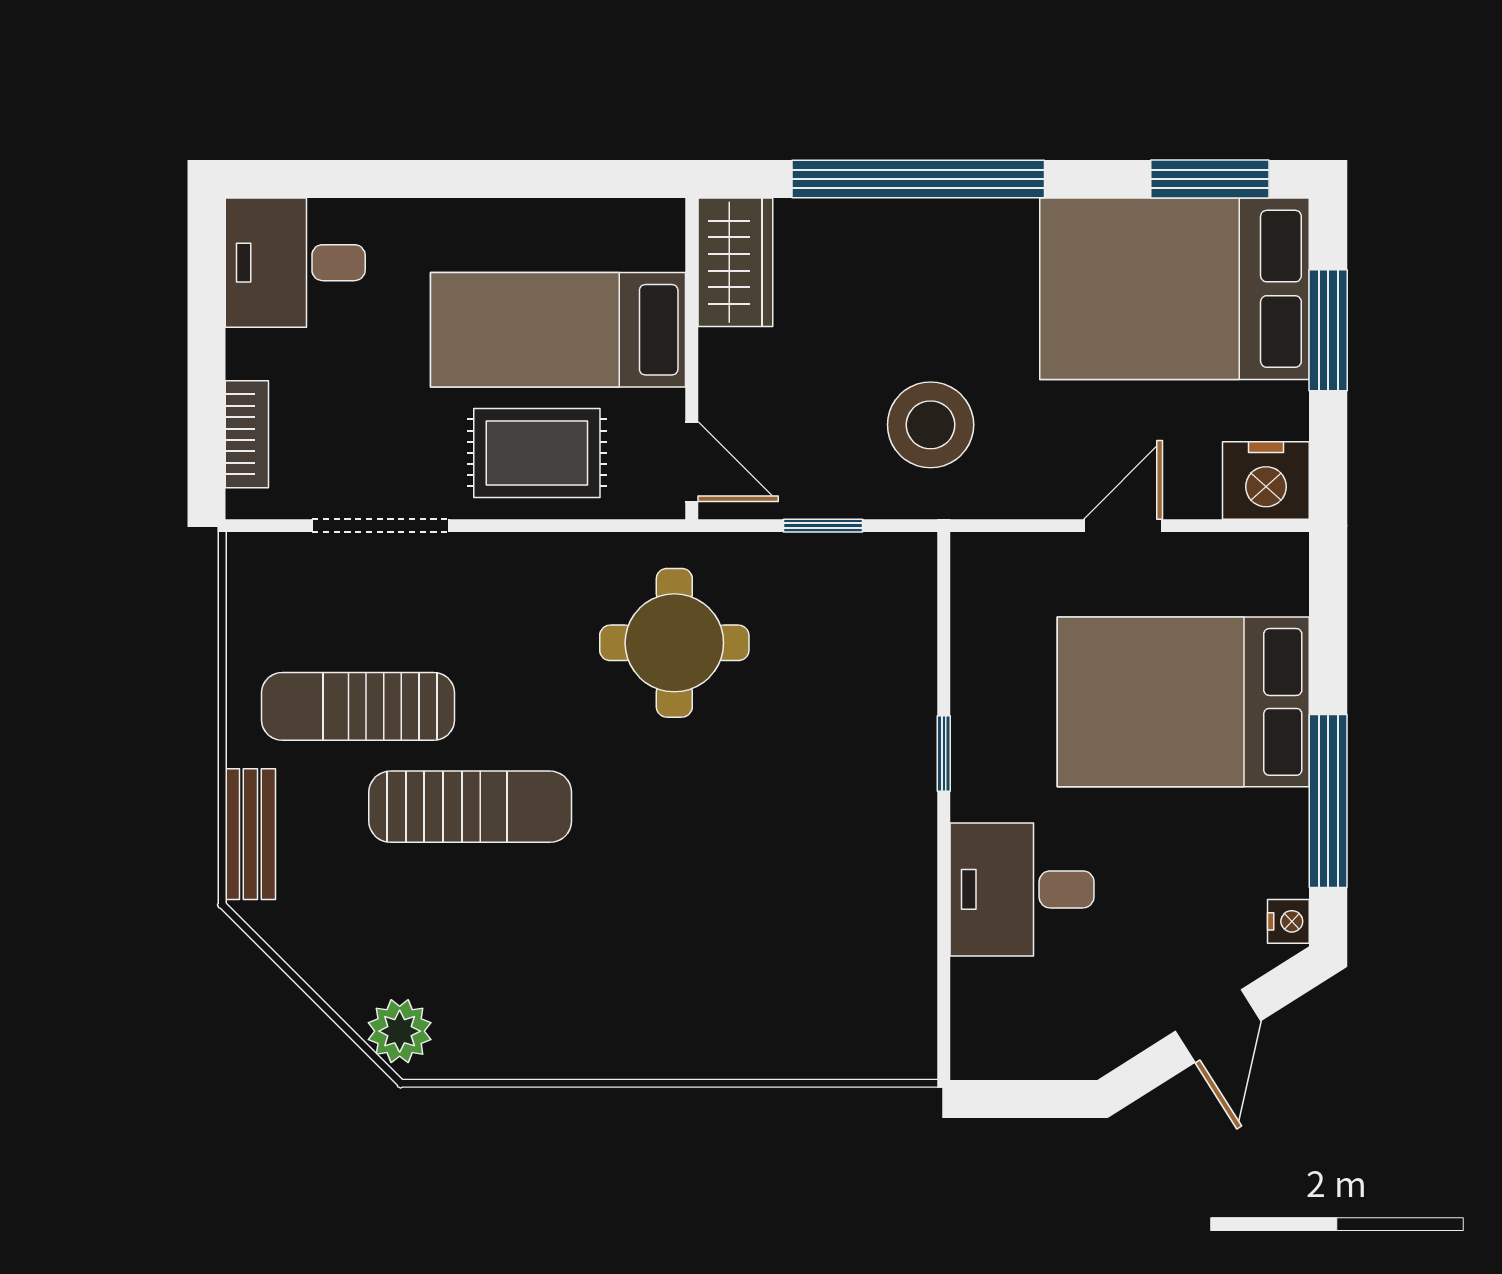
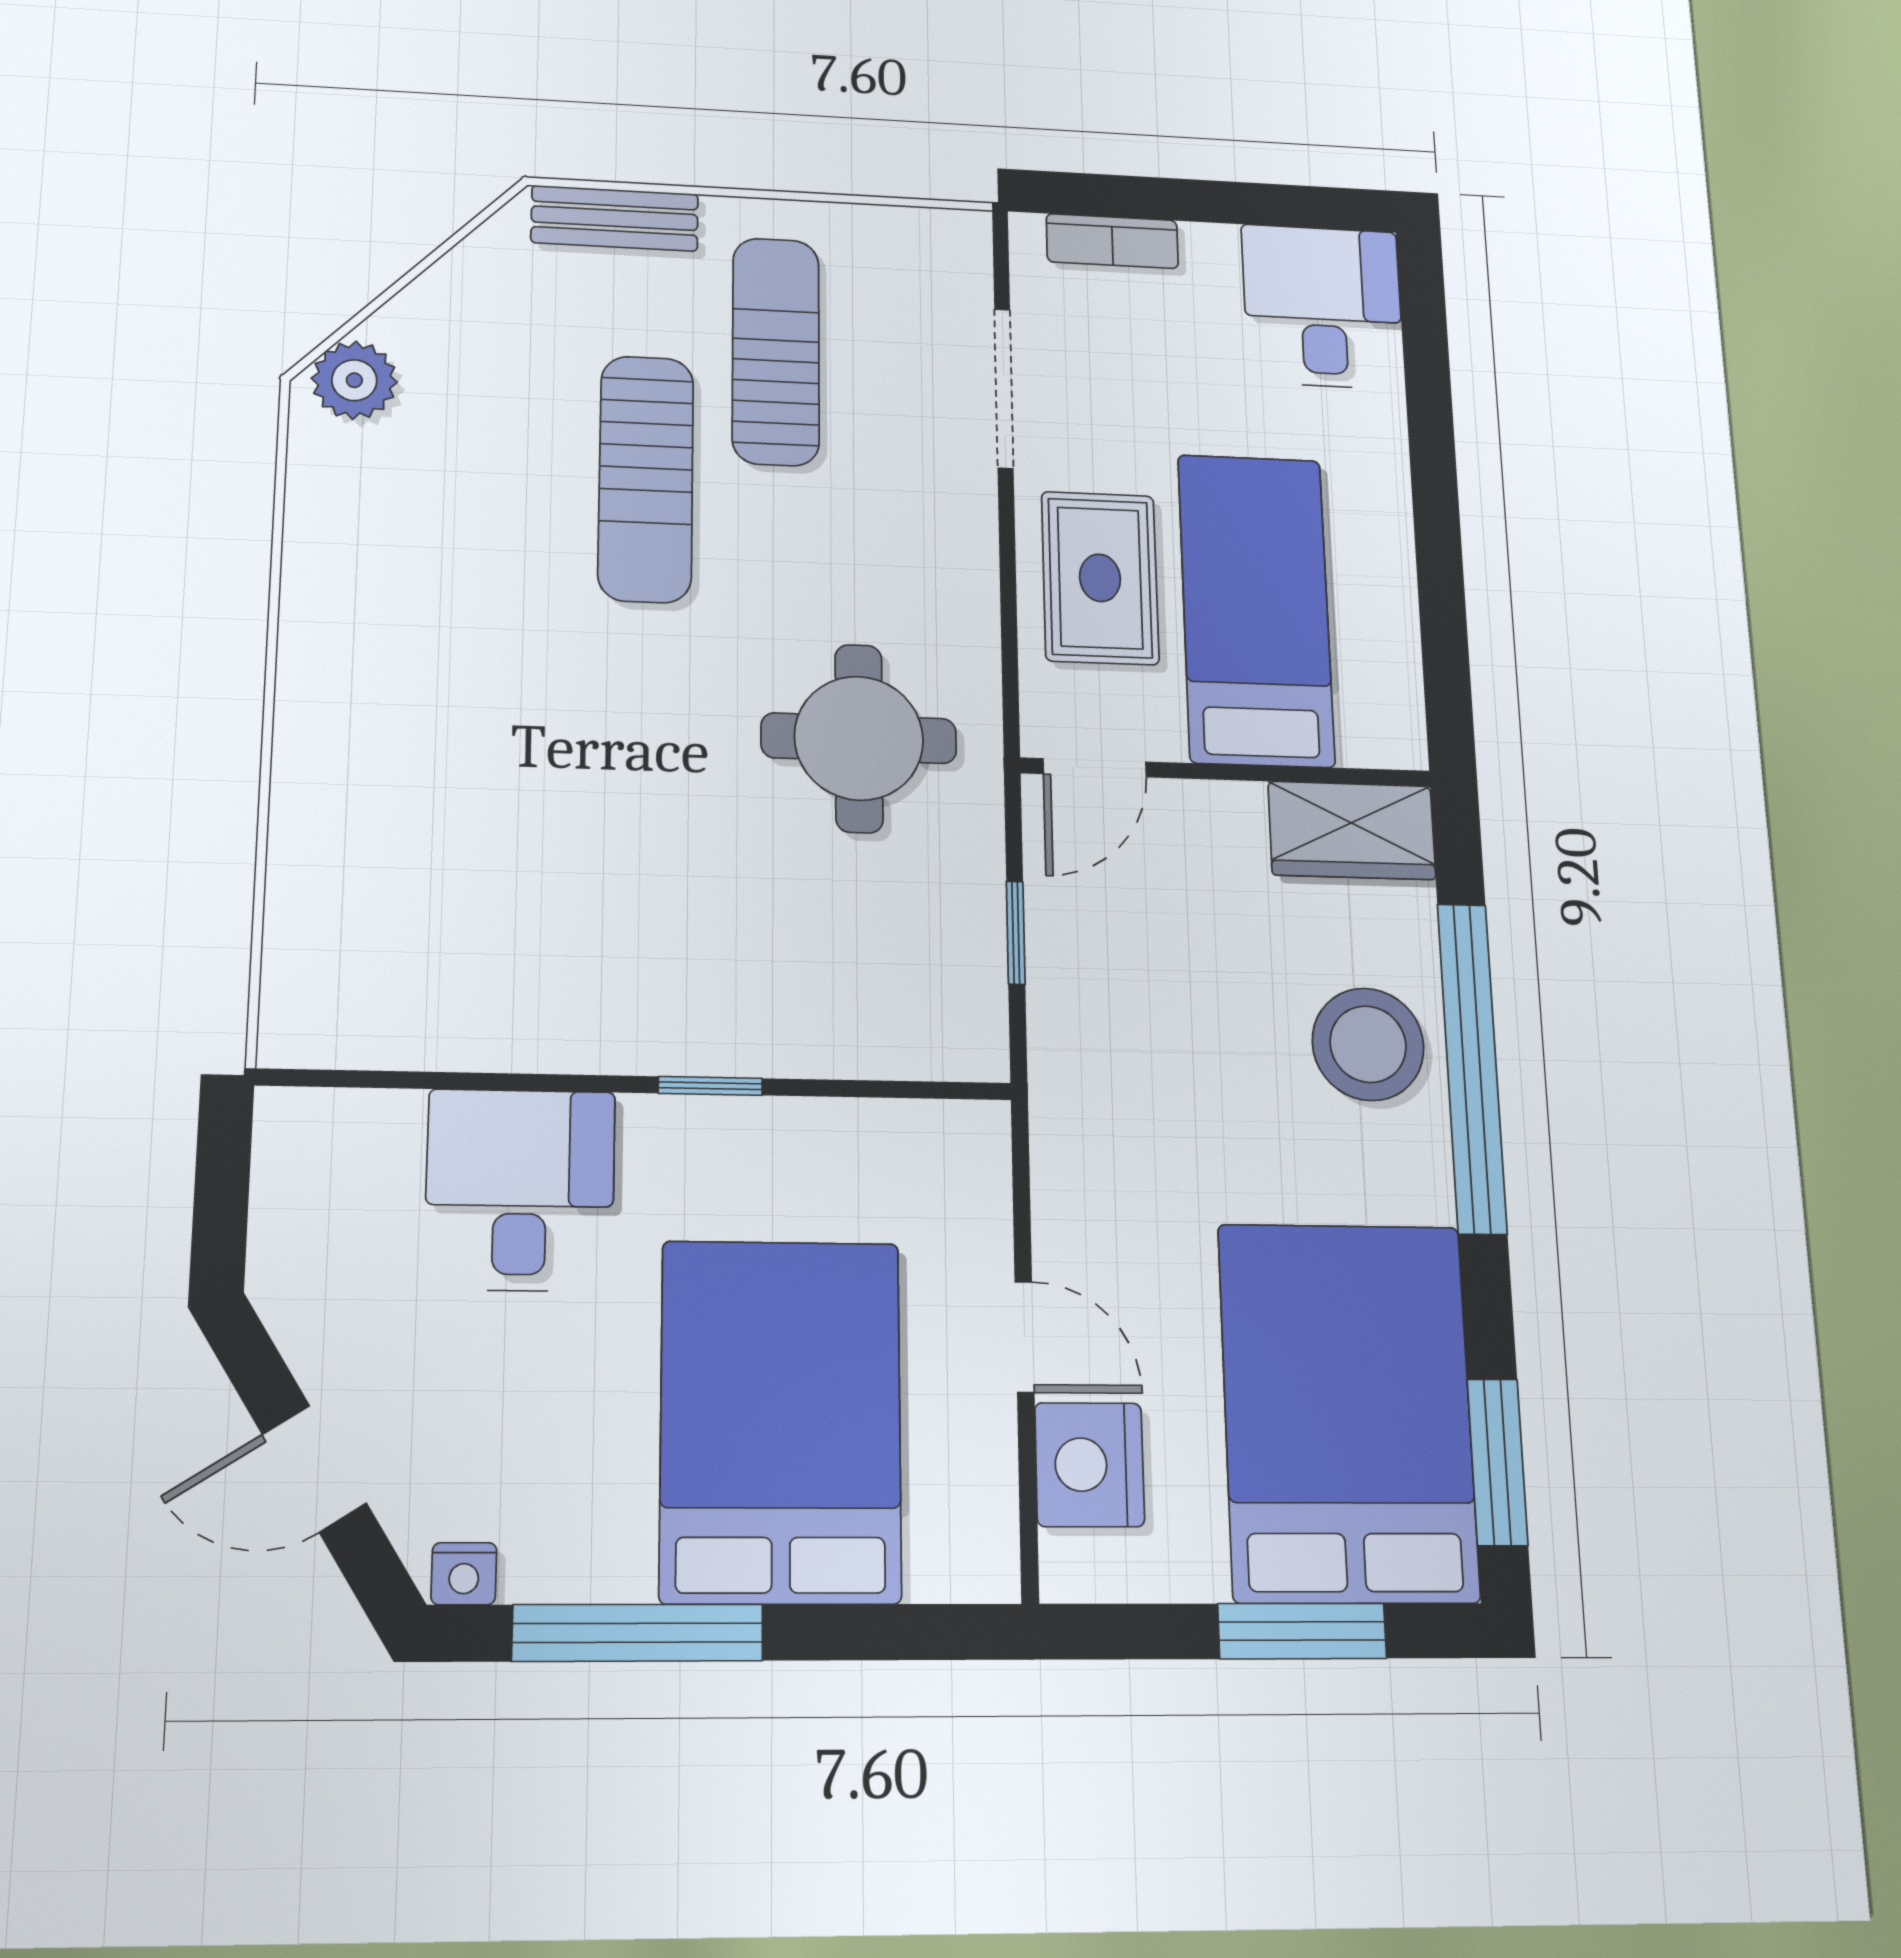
stool: (931, 425) -> (1368, 1044), moved
nightstand: (1266, 480) -> (1089, 1465), moved

